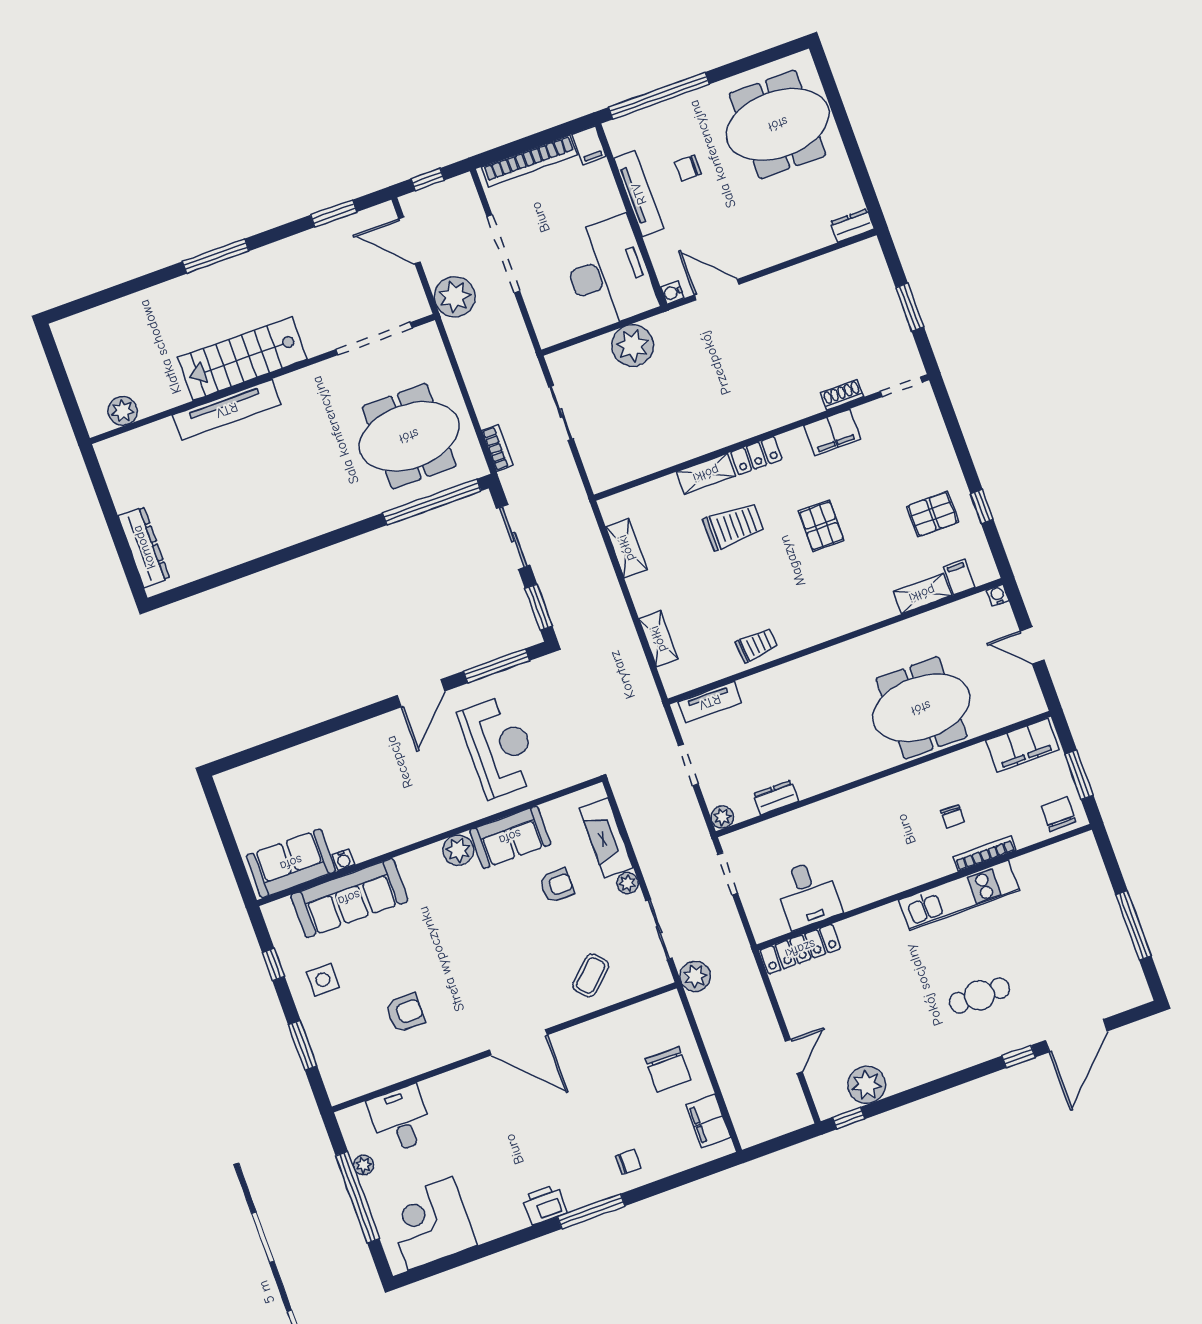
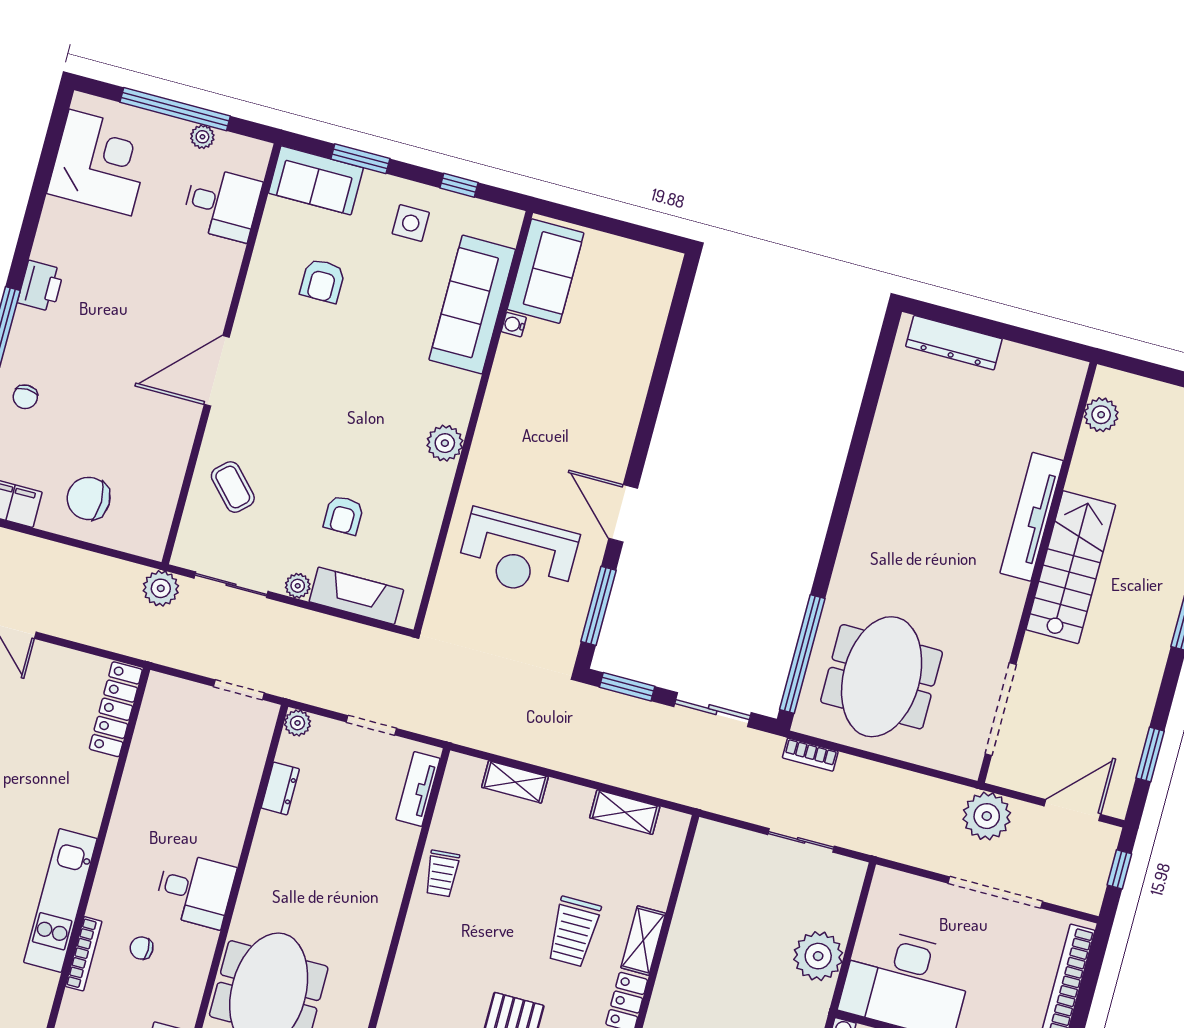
sofa: (510, 837) -> (316, 180), moved, turned -90
desk: (808, 894) -> (195, 890), moved, turned 180

